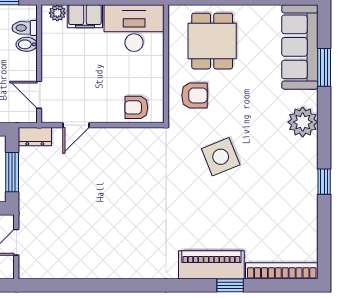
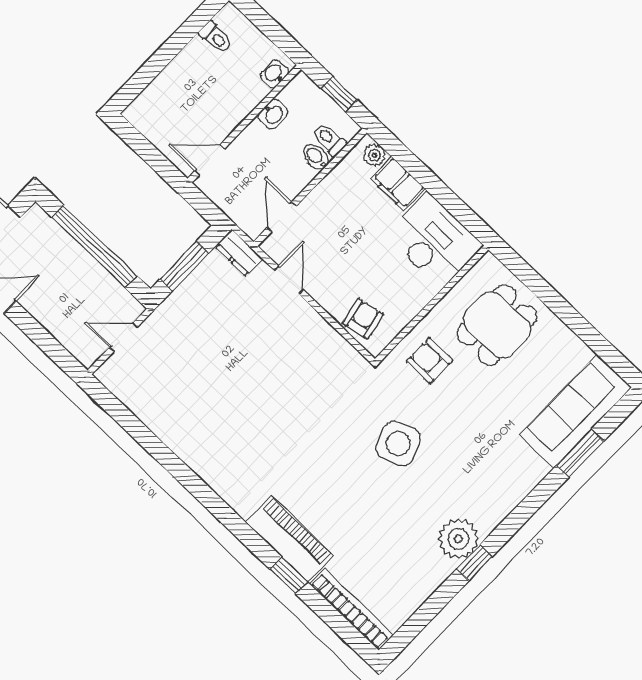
armchair: (194, 95) -> (430, 361), turned 180
armchair: (136, 107) -> (363, 319), turned 79
plant: (303, 122) -> (458, 539), moved
door: (76, 125) -> (289, 280), swing flipped

